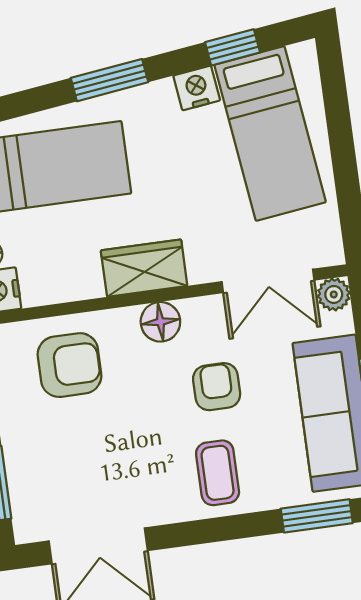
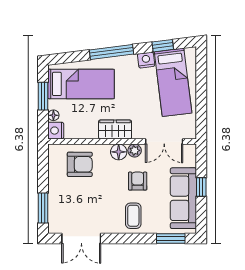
window: (109, 80) -> (111, 52), width x1.44
plant: (334, 294) -> (135, 150), moved

